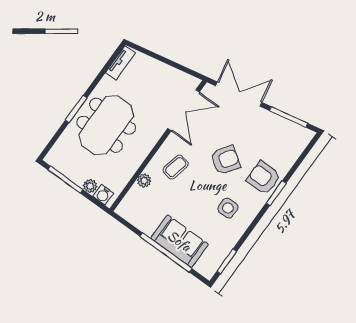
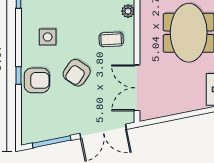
coffee table: (176, 167) -> (111, 39), turned 75
window: (276, 193) -> (19, 75), width x0.67

